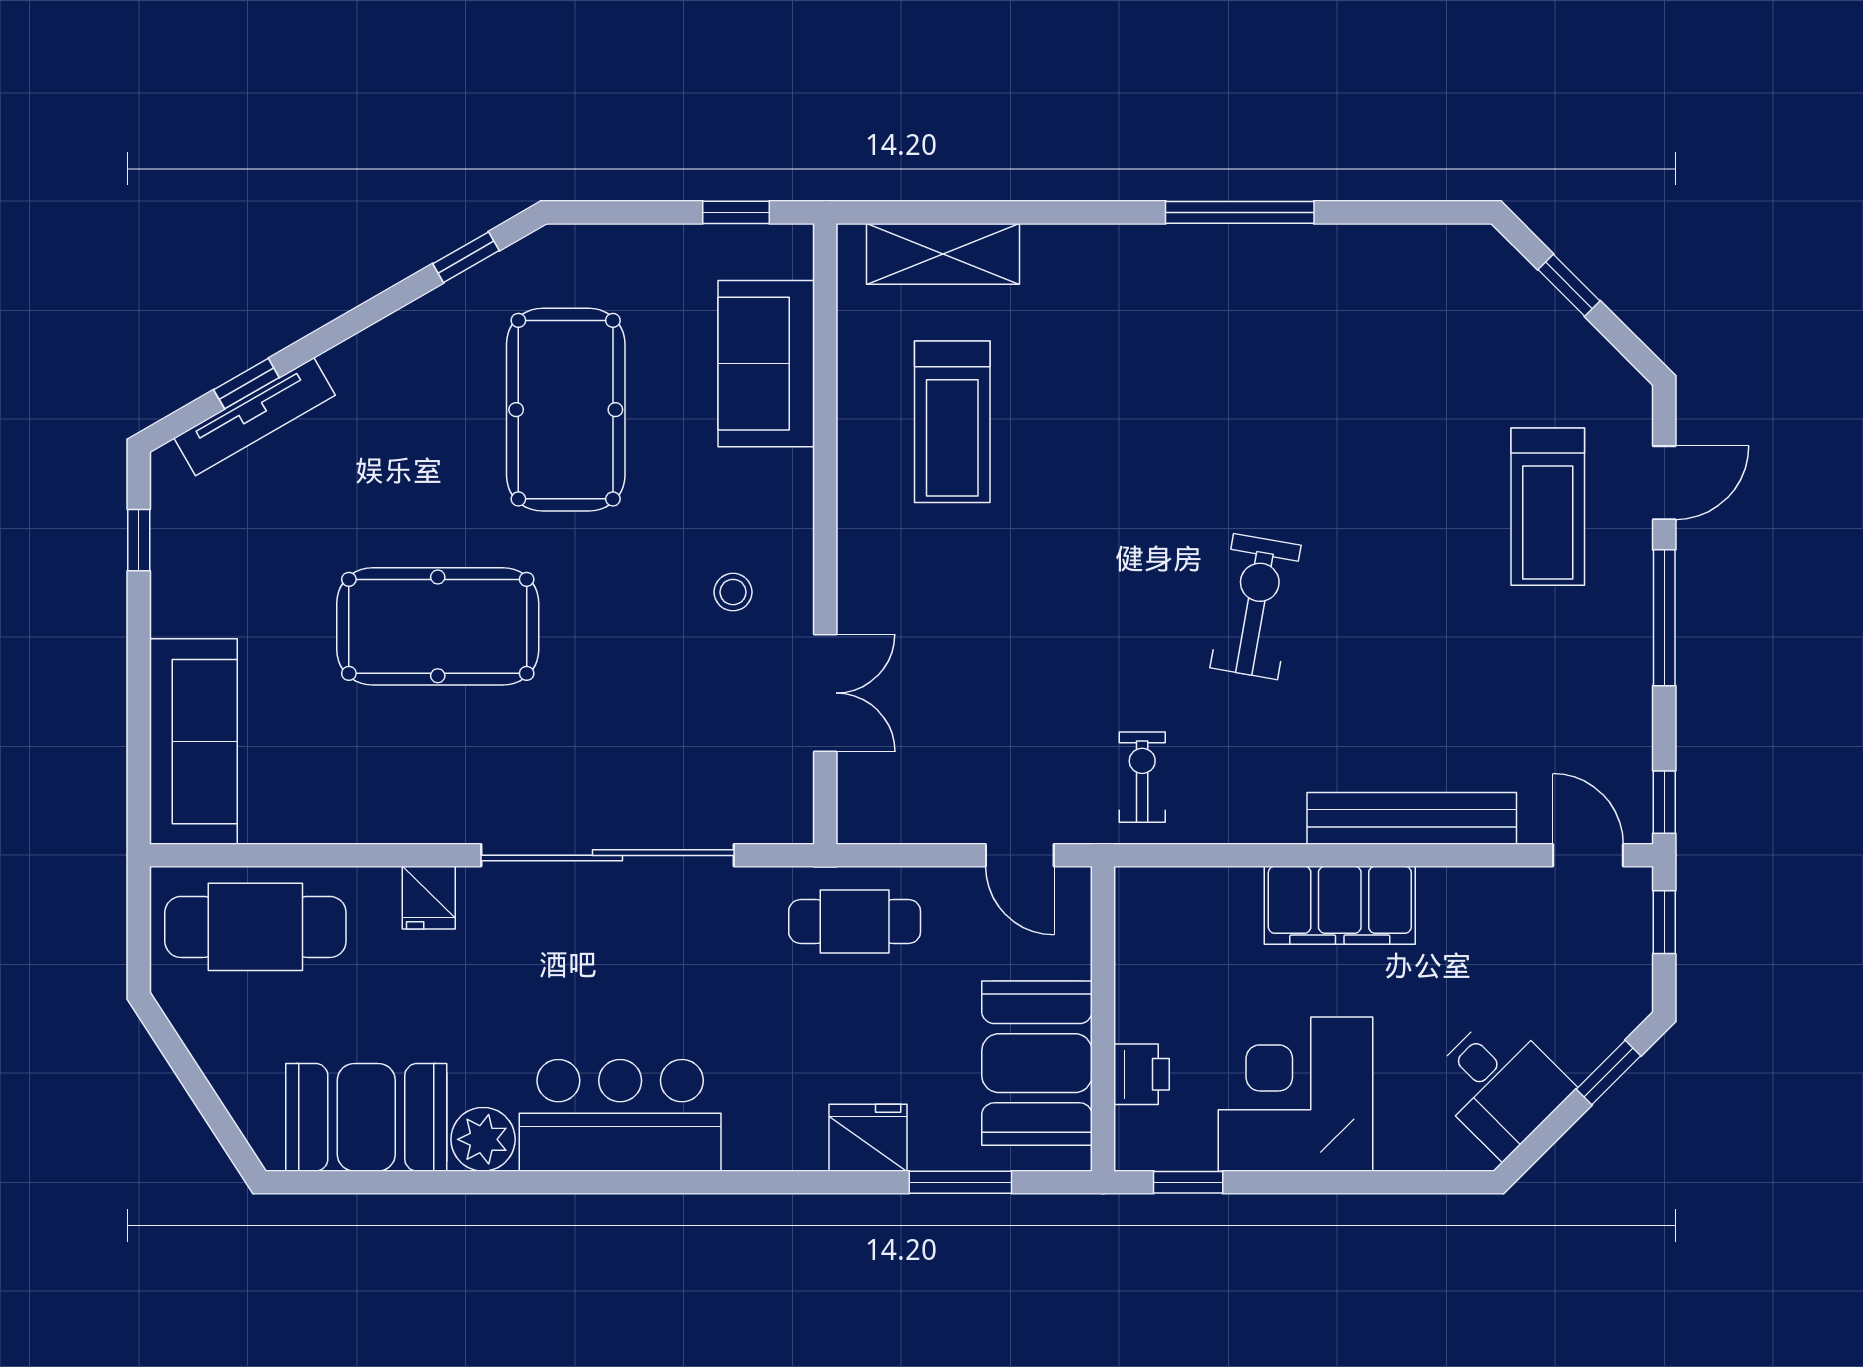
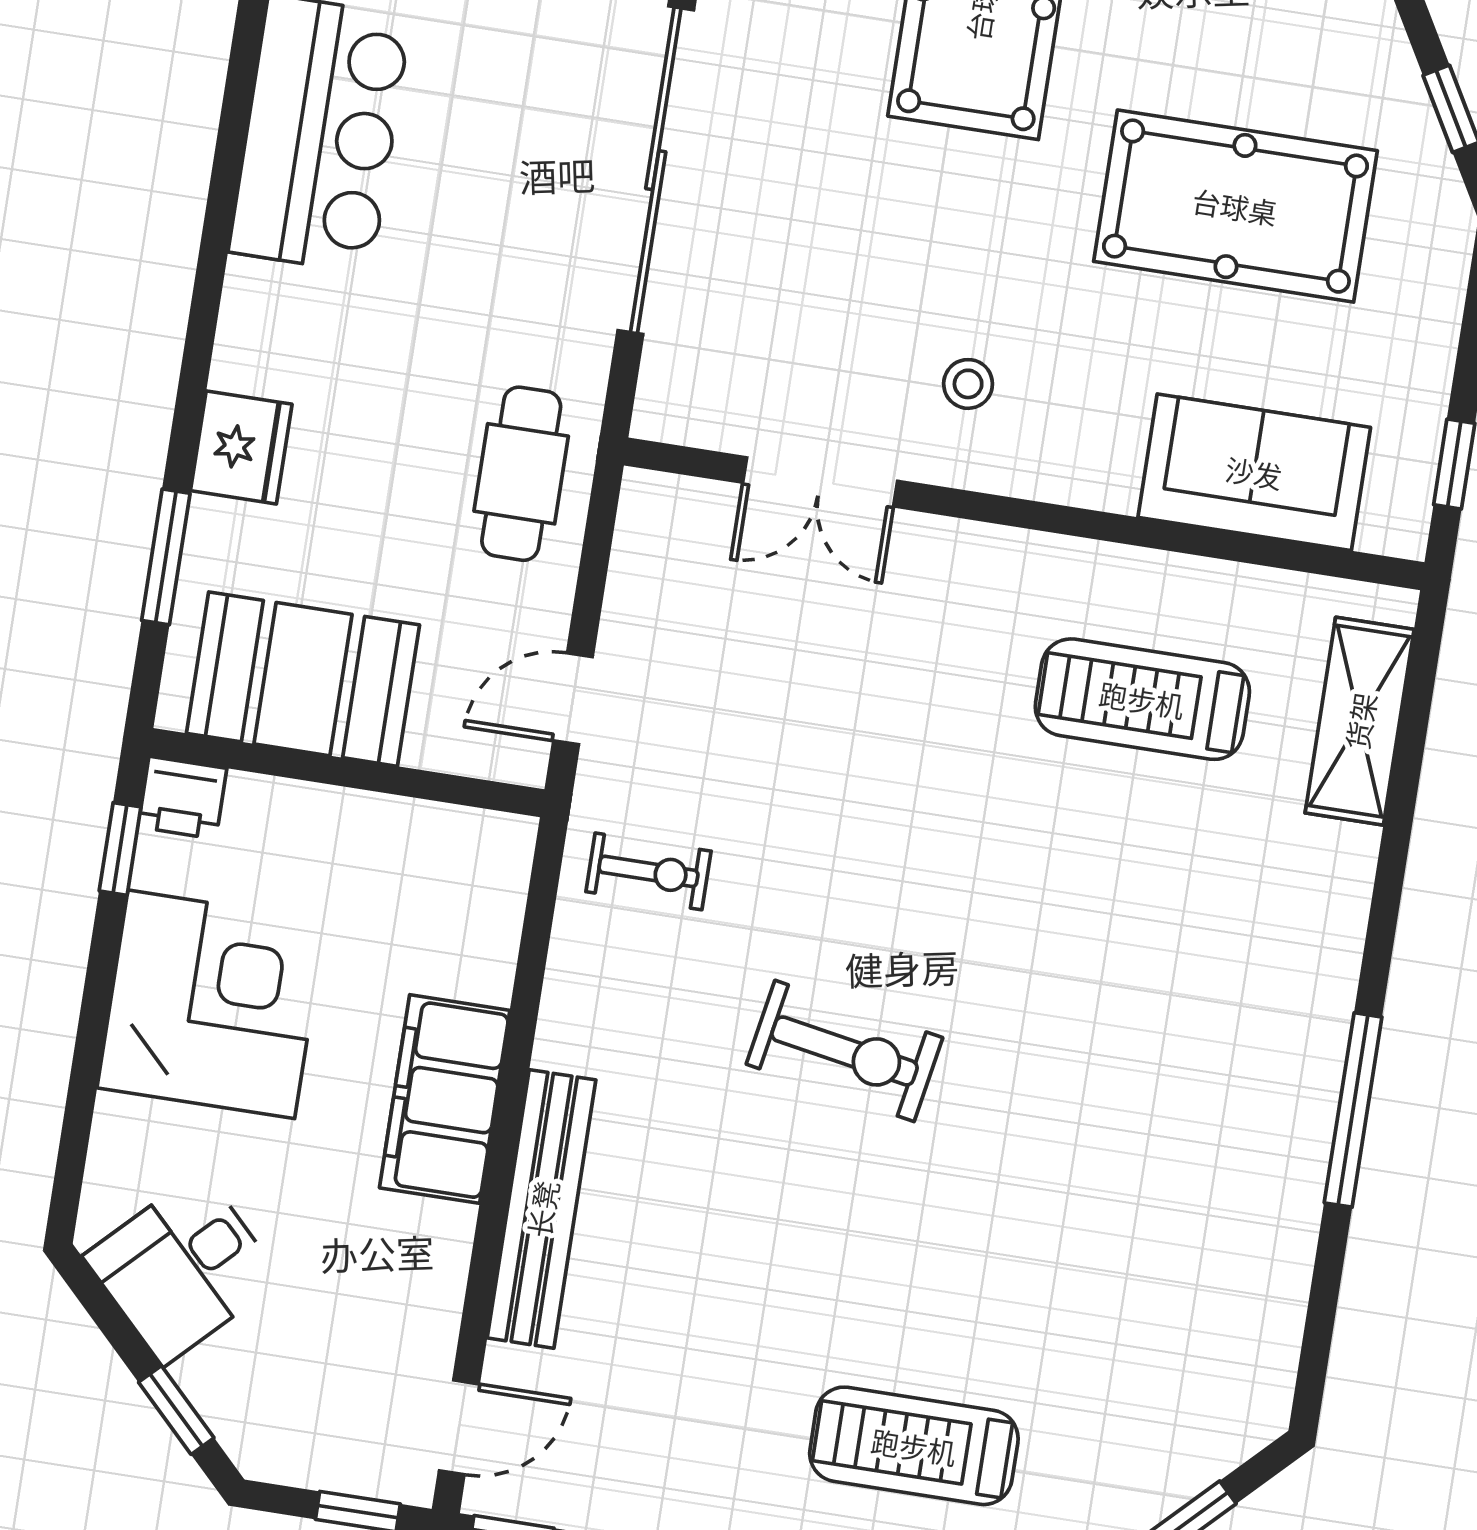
printer: (1142, 1074) -> (182, 798), moved

